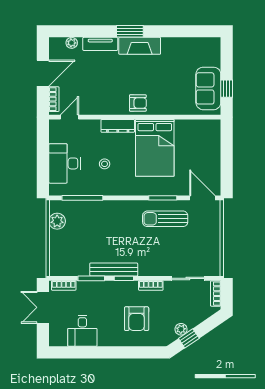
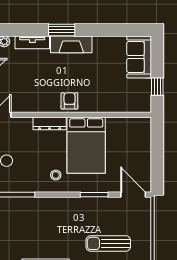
sofa: (208, 88) -> (139, 57), moved
armchair: (138, 103) -> (69, 101), turned -90
stool: (105, 164) -> (56, 175), moved
sun lounger: (165, 219) -> (108, 243), moved

